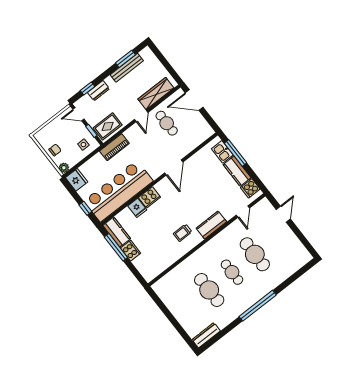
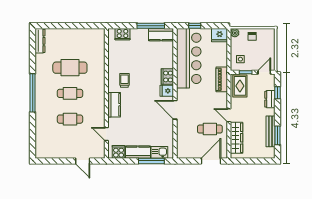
fridge: (137, 208) -> (167, 91), moved
cooker: (131, 251) -> (122, 34), moved
cafe table: (255, 254) -> (70, 119), width x0.73, depth x0.74

